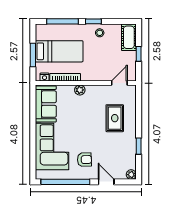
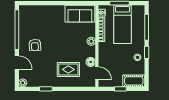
floor lamp: (105, 91) -> (91, 62), added
corner sofa: (52, 146) -> (45, 19), removed
door: (106, 182) -> (17, 63), hinge flipped

